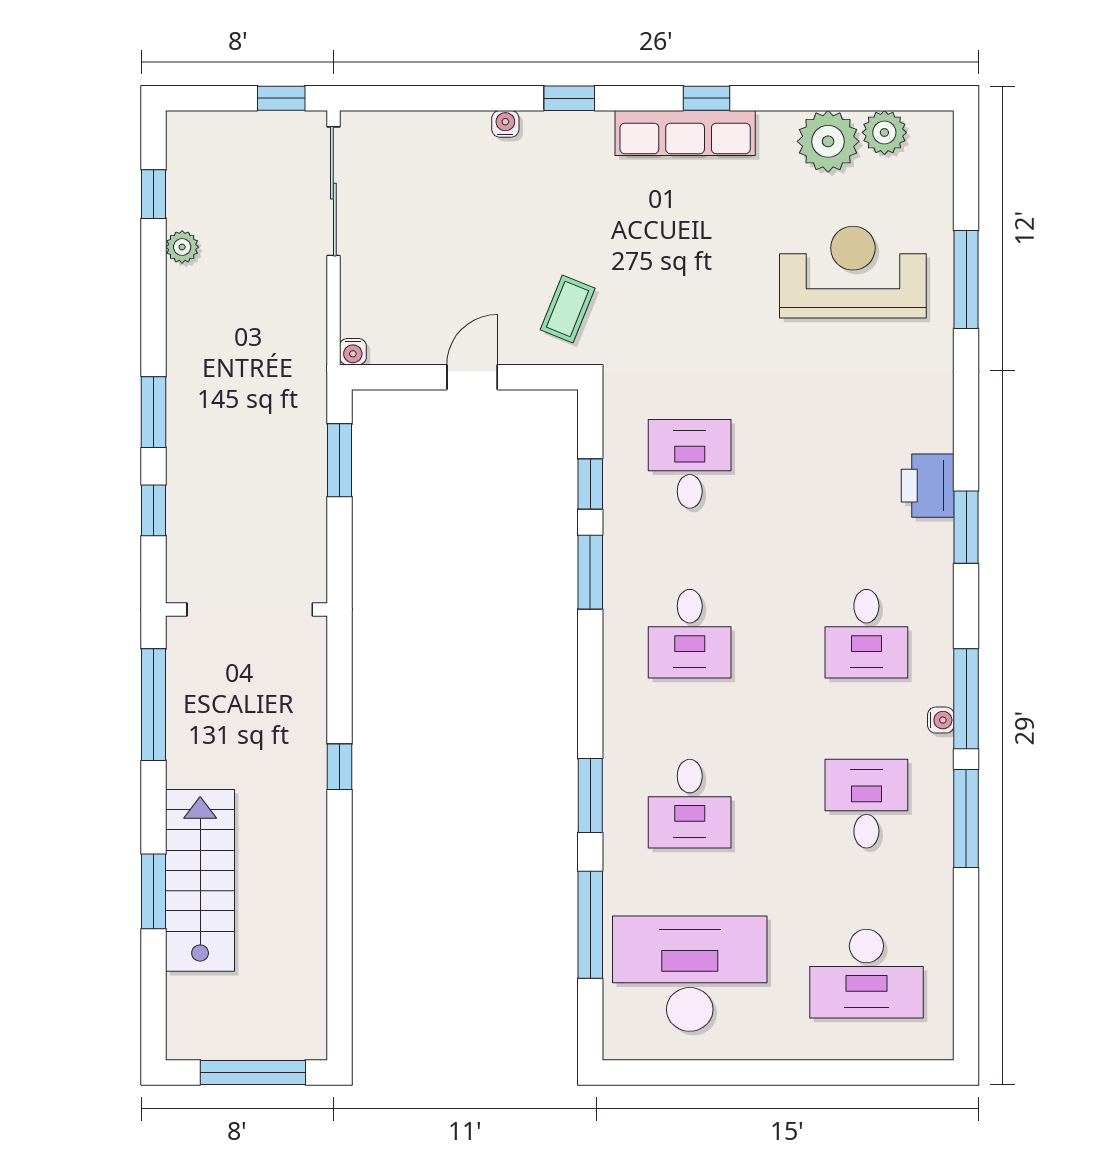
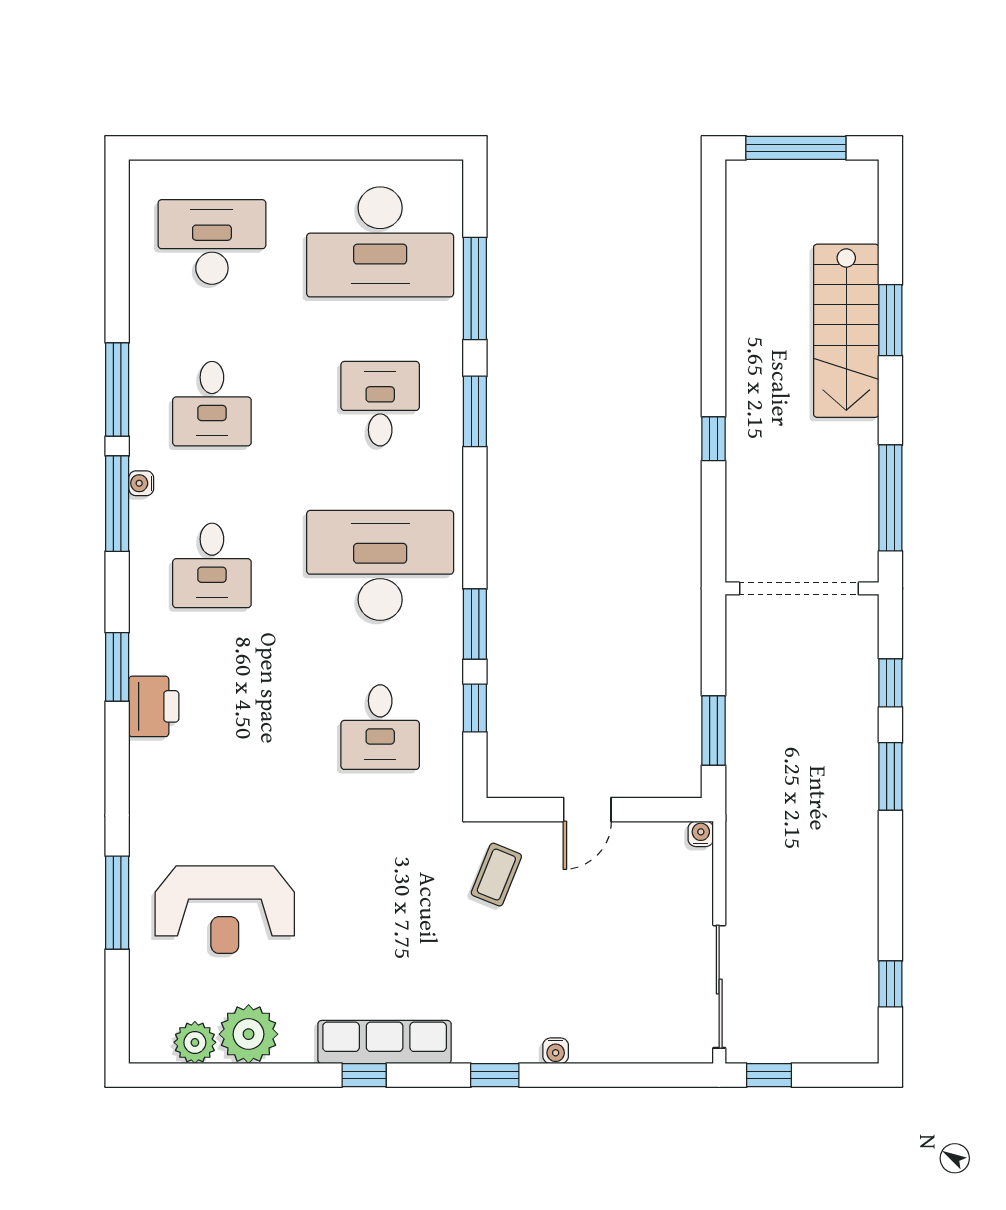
plant: (182, 247) -> (863, 934), removed
desk: (690, 634) -> (380, 565), width x1.87, depth x1.30
desk: (866, 634) -> (212, 565), turned 180

